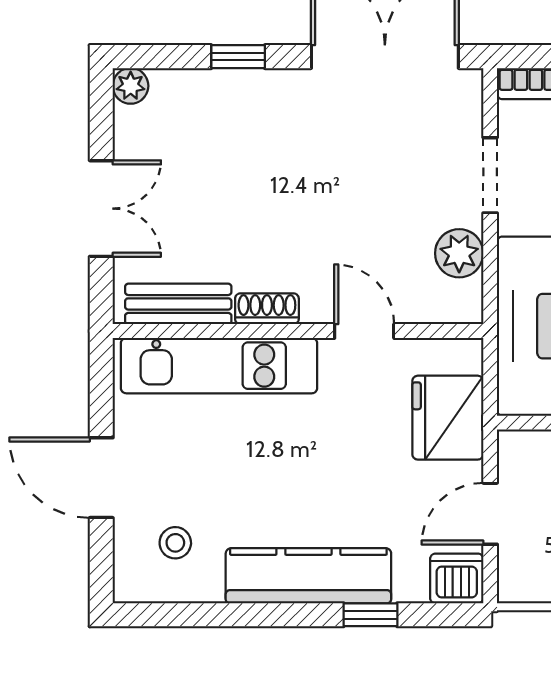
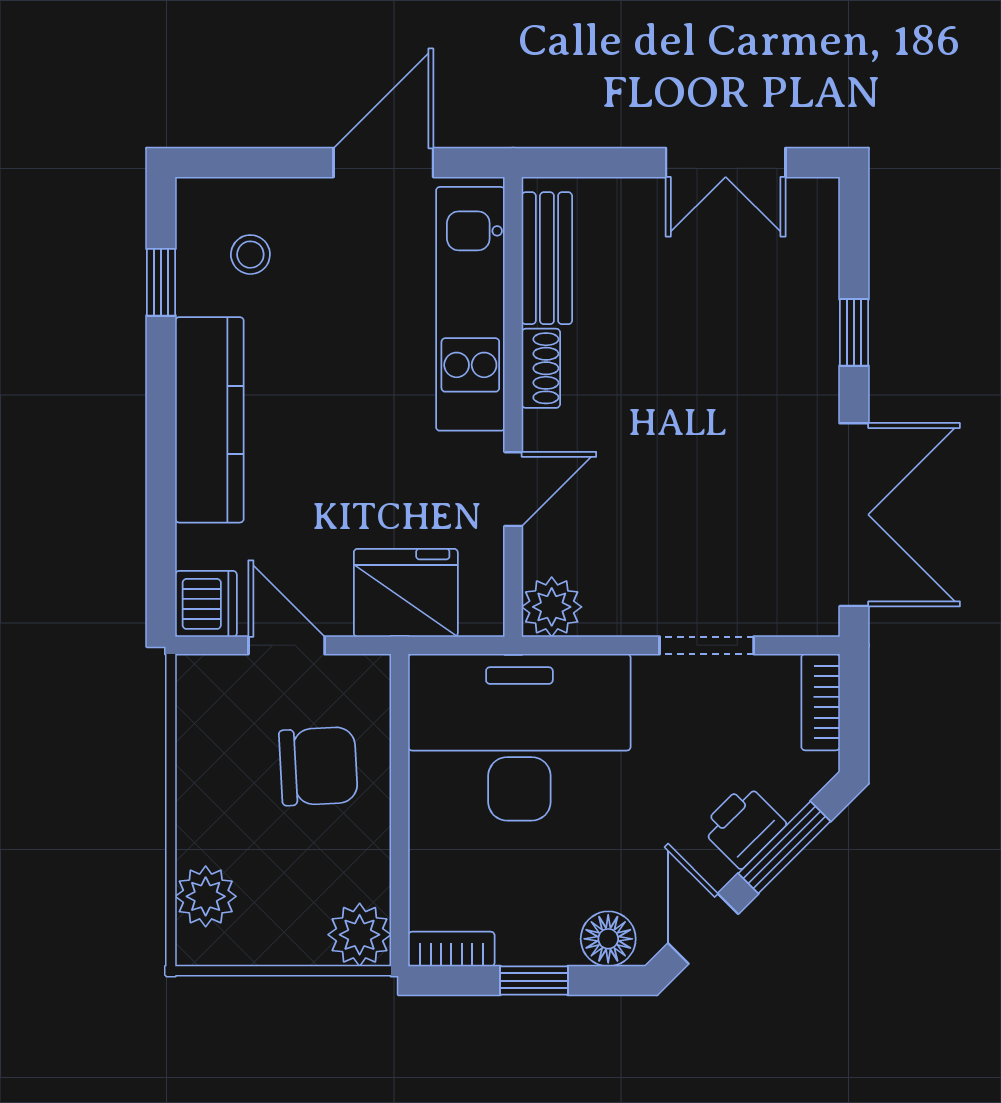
plant: (131, 86) -> (818, 199), removed
double door: (101, 209) -> (726, 163), moved
plant: (459, 253) -> (552, 607), moved
door: (101, 478) -> (383, 163), moved
window: (370, 615) -> (161, 282), moved

